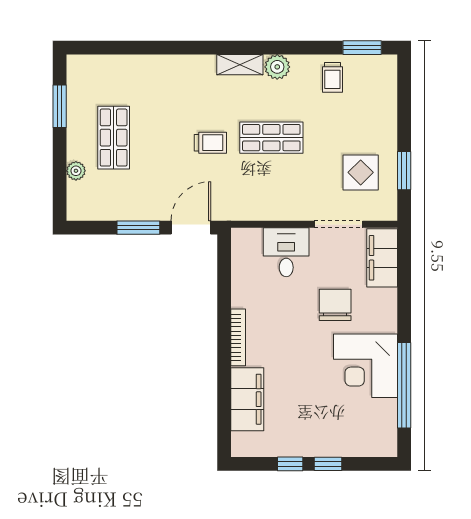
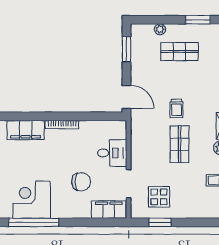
window: (138, 228) -> (127, 49), moved
corner desk: (365, 366) -> (32, 200), moved

